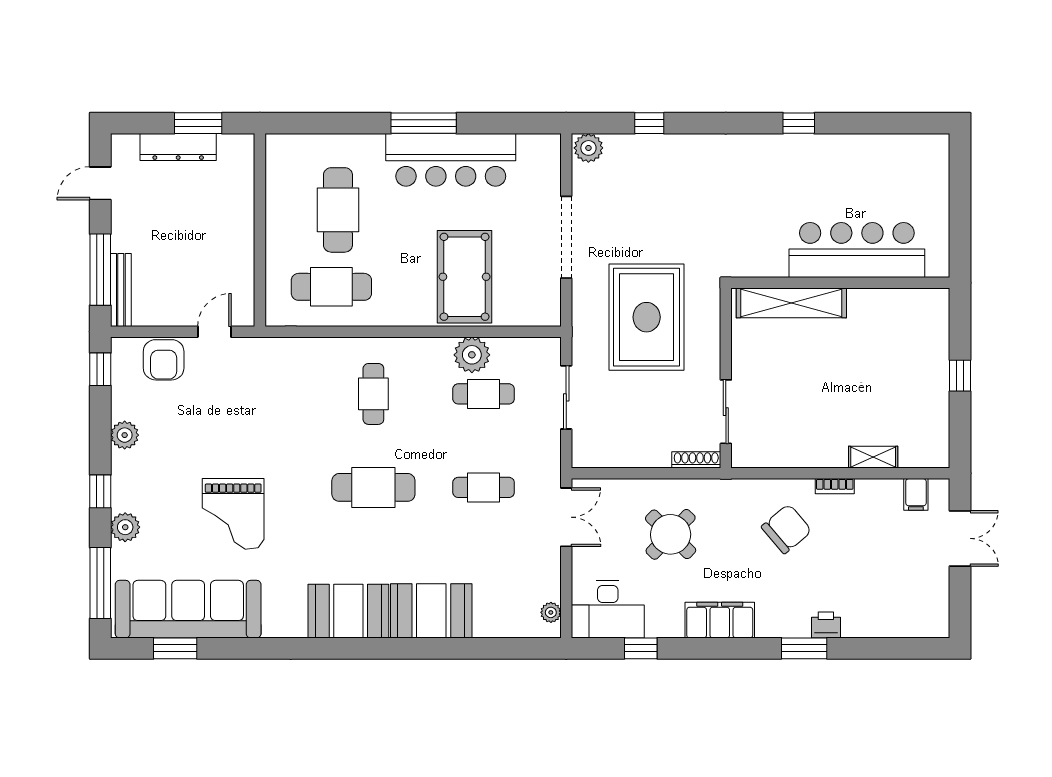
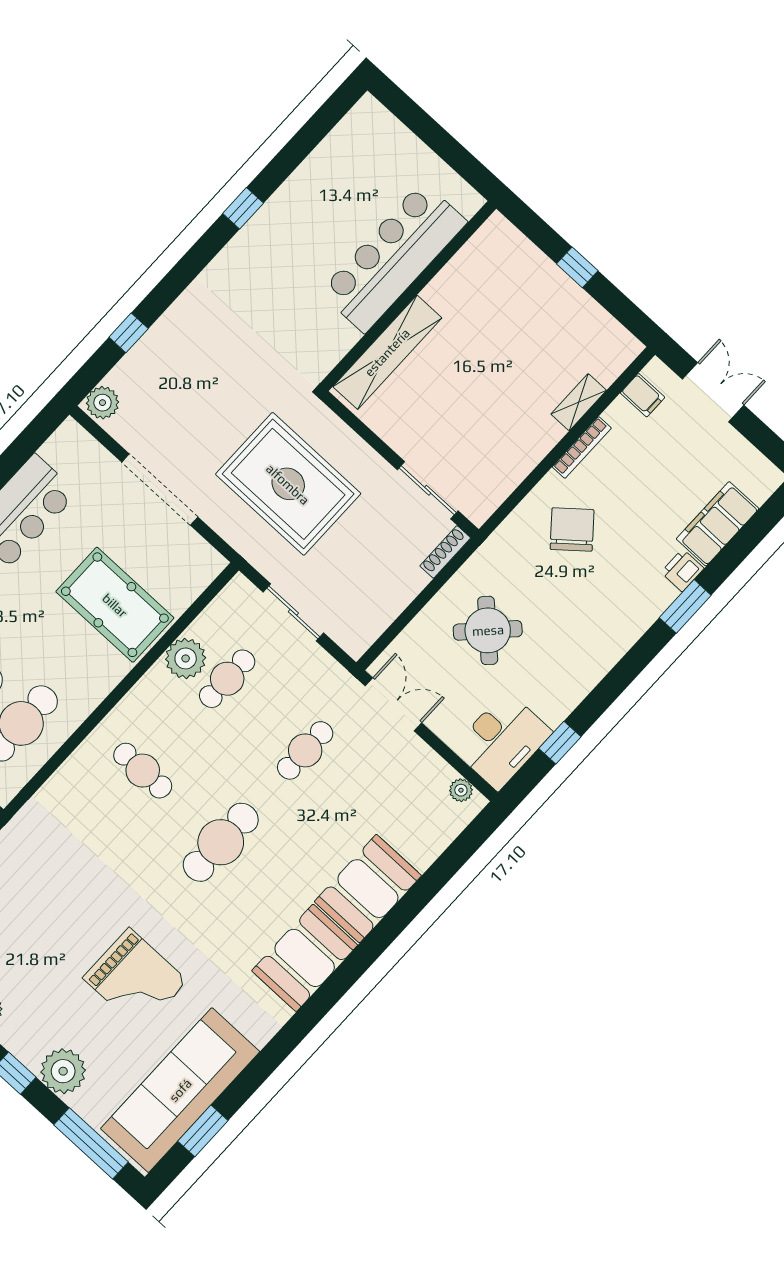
bookcase: (835, 486) -> (582, 447), width x1.56
plant: (125, 527) -> (63, 1071), width x1.36, depth x1.36
filing cabinet: (720, 620) -> (718, 524), moved

